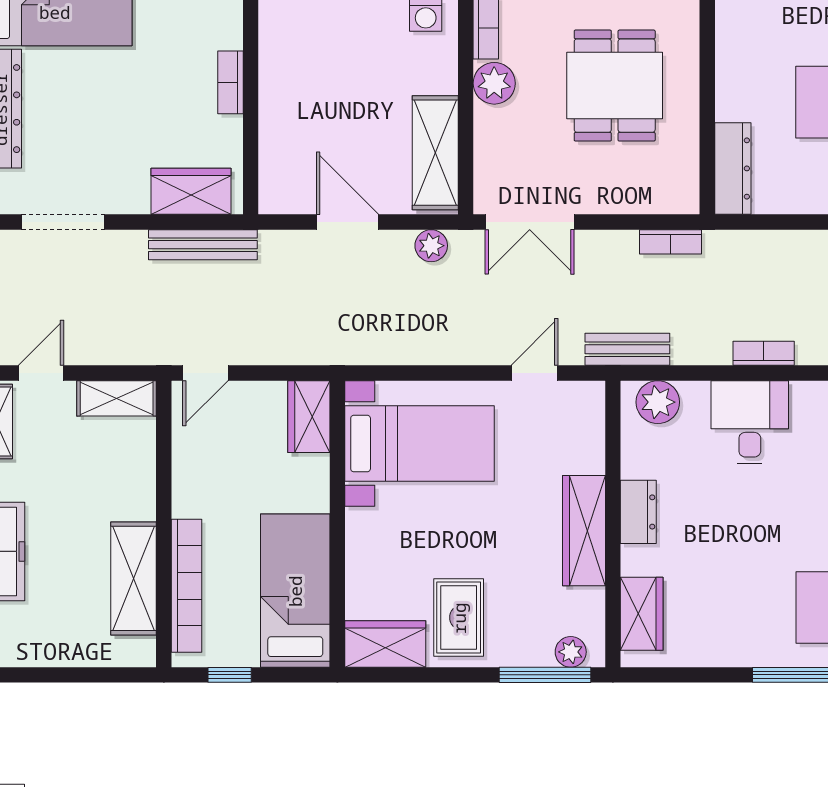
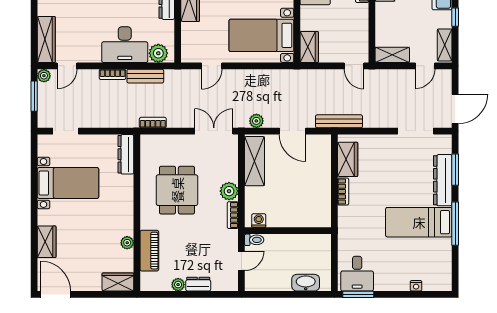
wardrobe: (191, 191) -> (348, 159), moved, turned -90
bench: (203, 245) -> (339, 121), moved
bench: (627, 349) -> (145, 76), moved
door: (205, 373) -> (354, 66), swing flipped
desk: (750, 422) -> (125, 45), width x1.37

